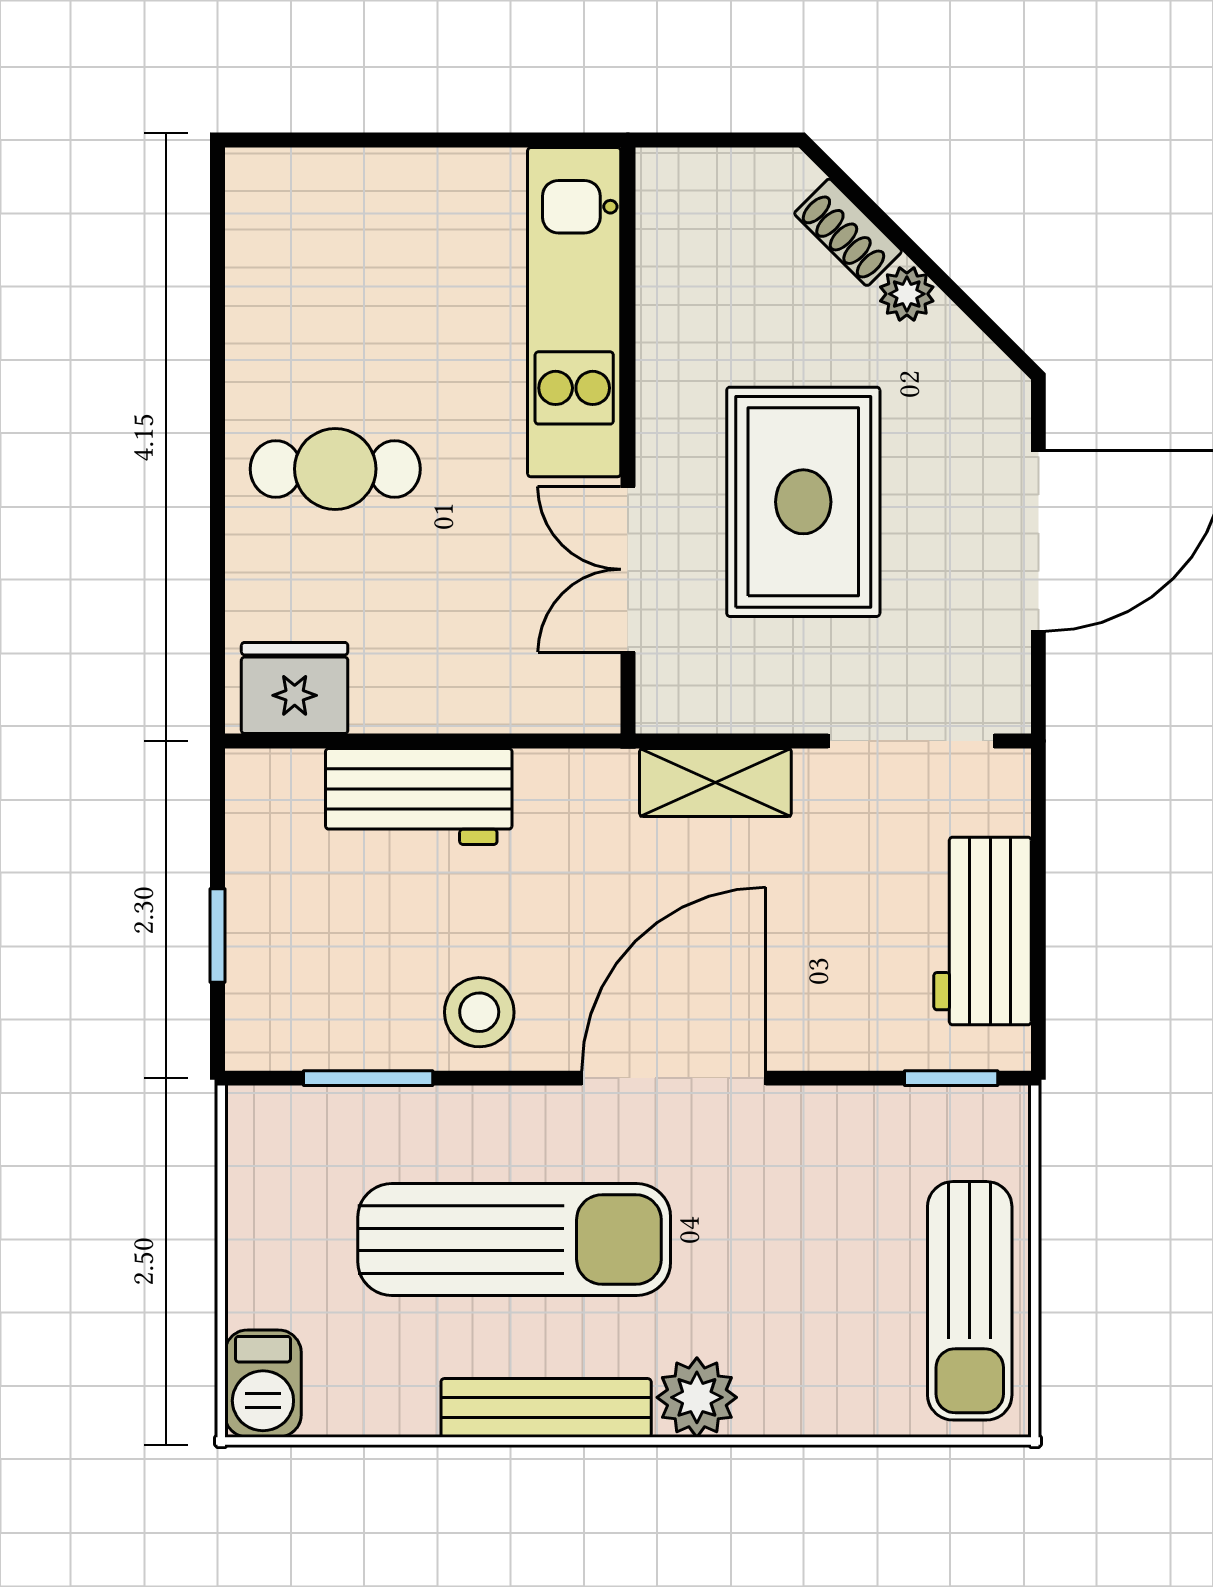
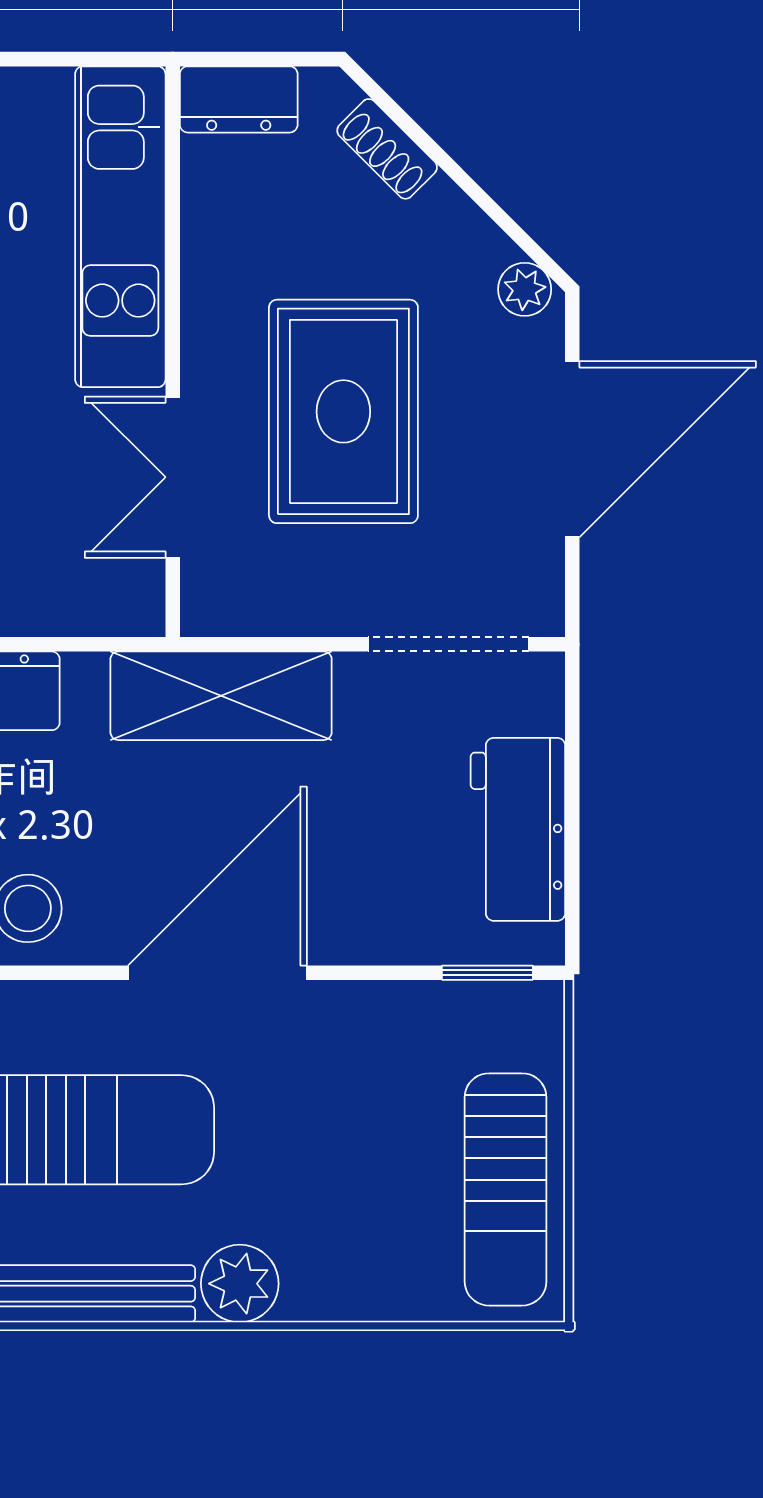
dresser: (696, 181) -> (239, 99), added
plant: (907, 294) -> (525, 289), moved
shelving: (715, 782) -> (221, 696), width x1.50, depth x1.33

